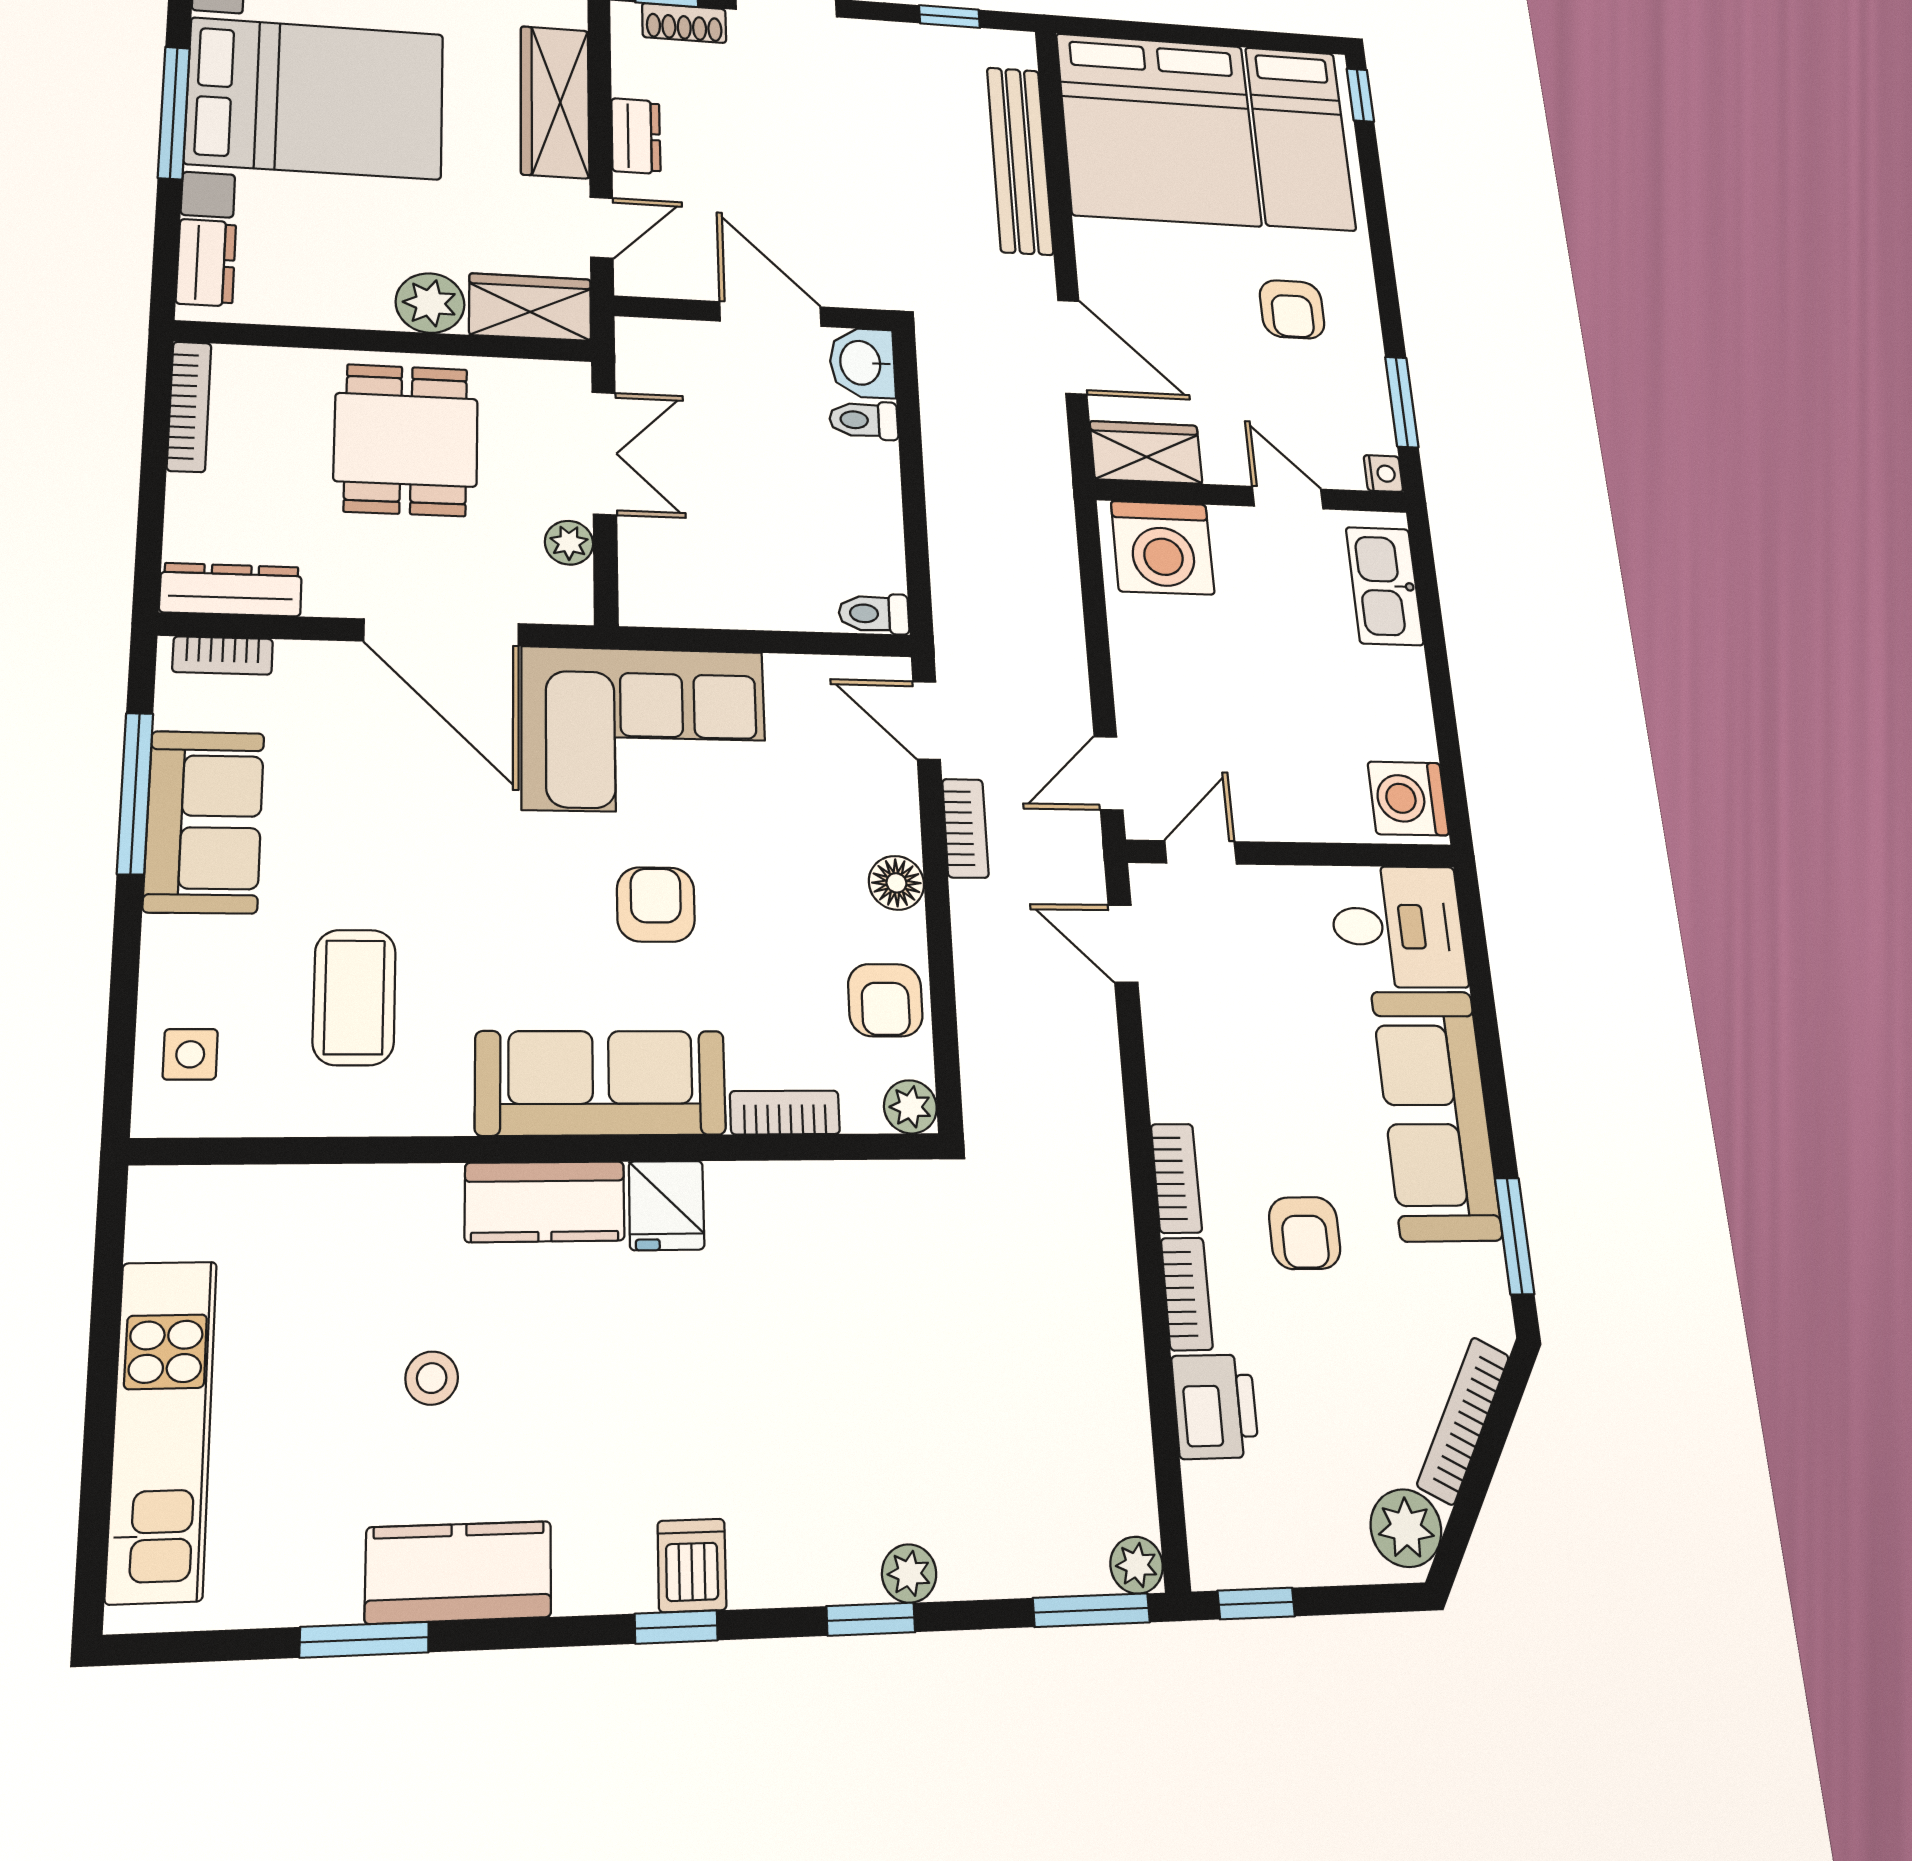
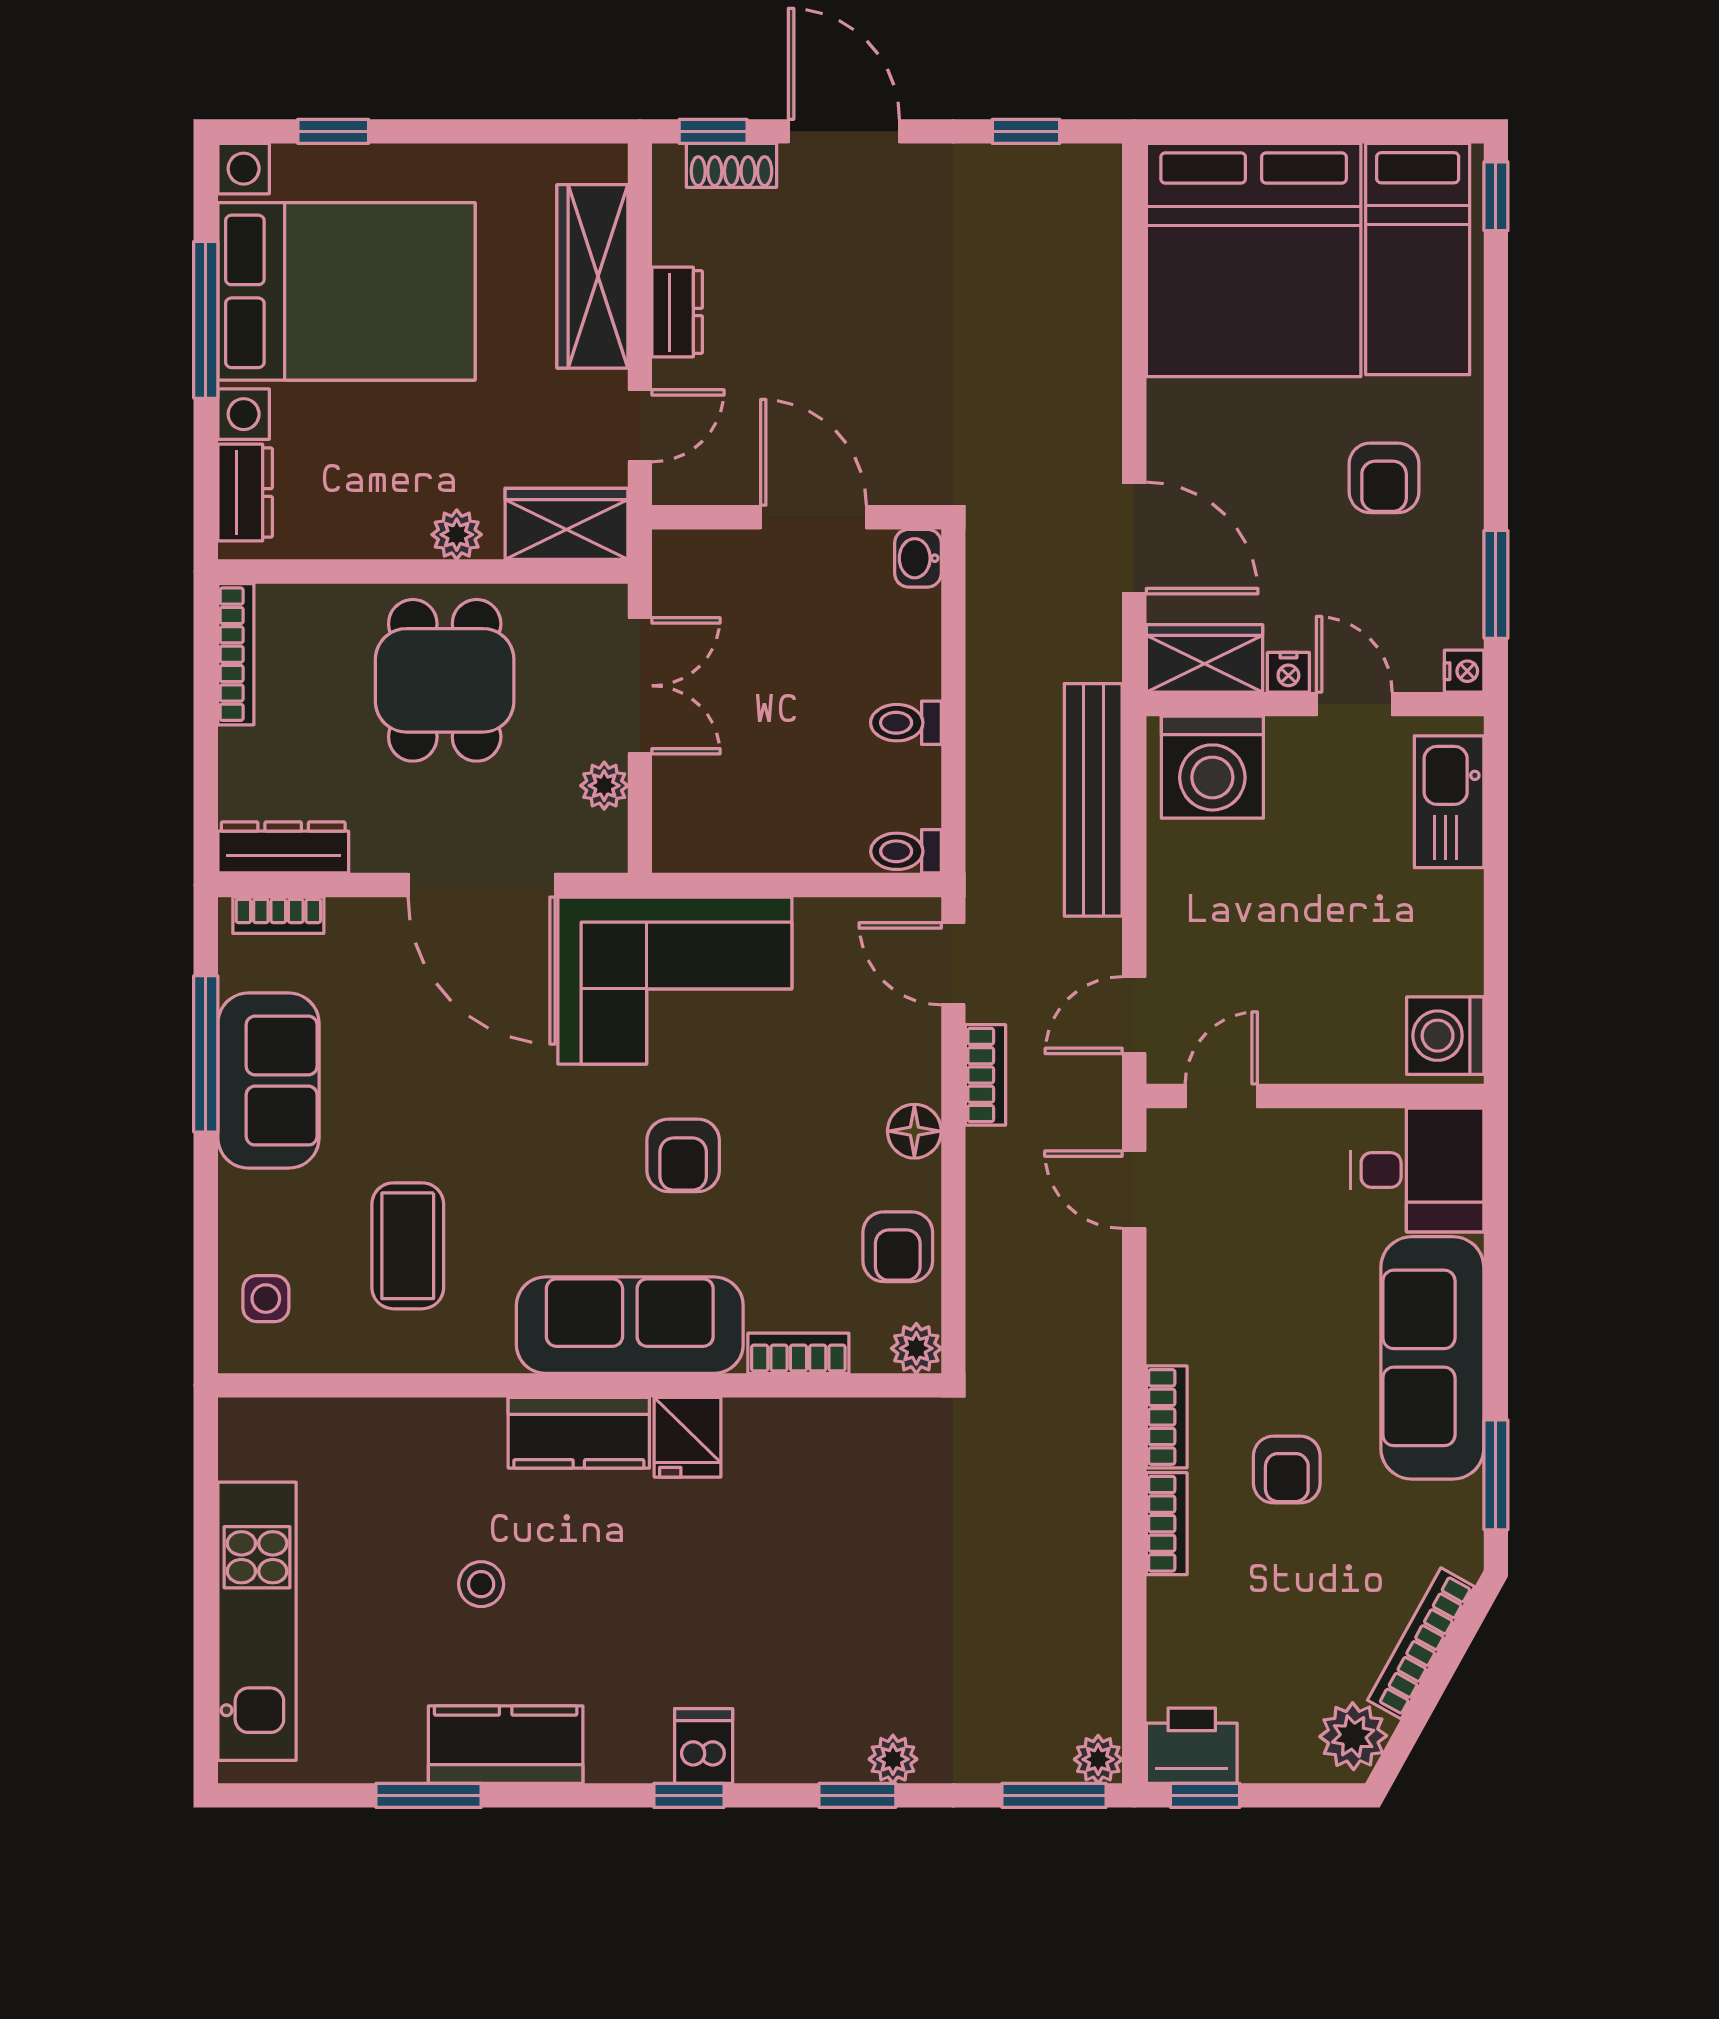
bench: (1020, 160) -> (1093, 800), moved
plant: (430, 303) -> (457, 535), width x0.73, depth x0.73
washbasin: (862, 363) -> (918, 558), width x0.72, depth x0.69
toilet: (864, 420) -> (906, 723), moved
nightstand: (1225, 468) -> (1288, 672), added
armchair: (656, 905) -> (683, 1155), turned 180
printer: (1215, 1406) -> (1192, 1746), moved, turned -90

